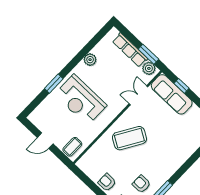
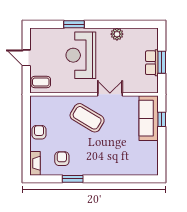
row of seats: (130, 50) -> (152, 63), width x0.68
window: (148, 54) -> (162, 62), moved
plant: (149, 68) -> (152, 83), removed
double door: (138, 95) -> (110, 94), moved

